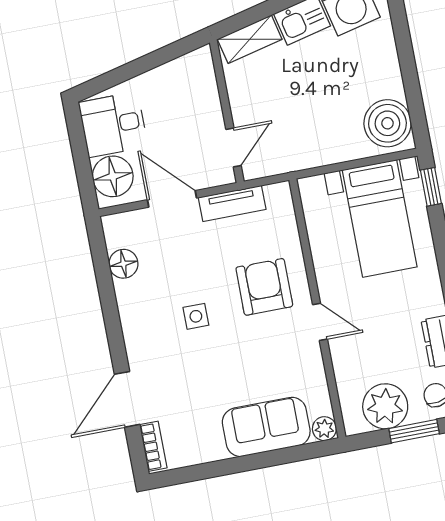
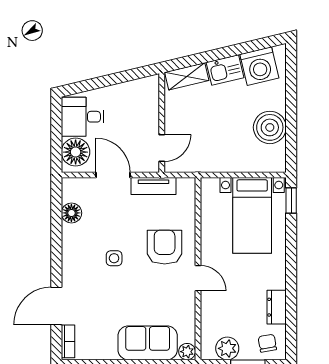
boiler: (387, 123) -> (270, 127), moved
plant: (385, 406) -> (227, 348), width x0.73, depth x0.73

